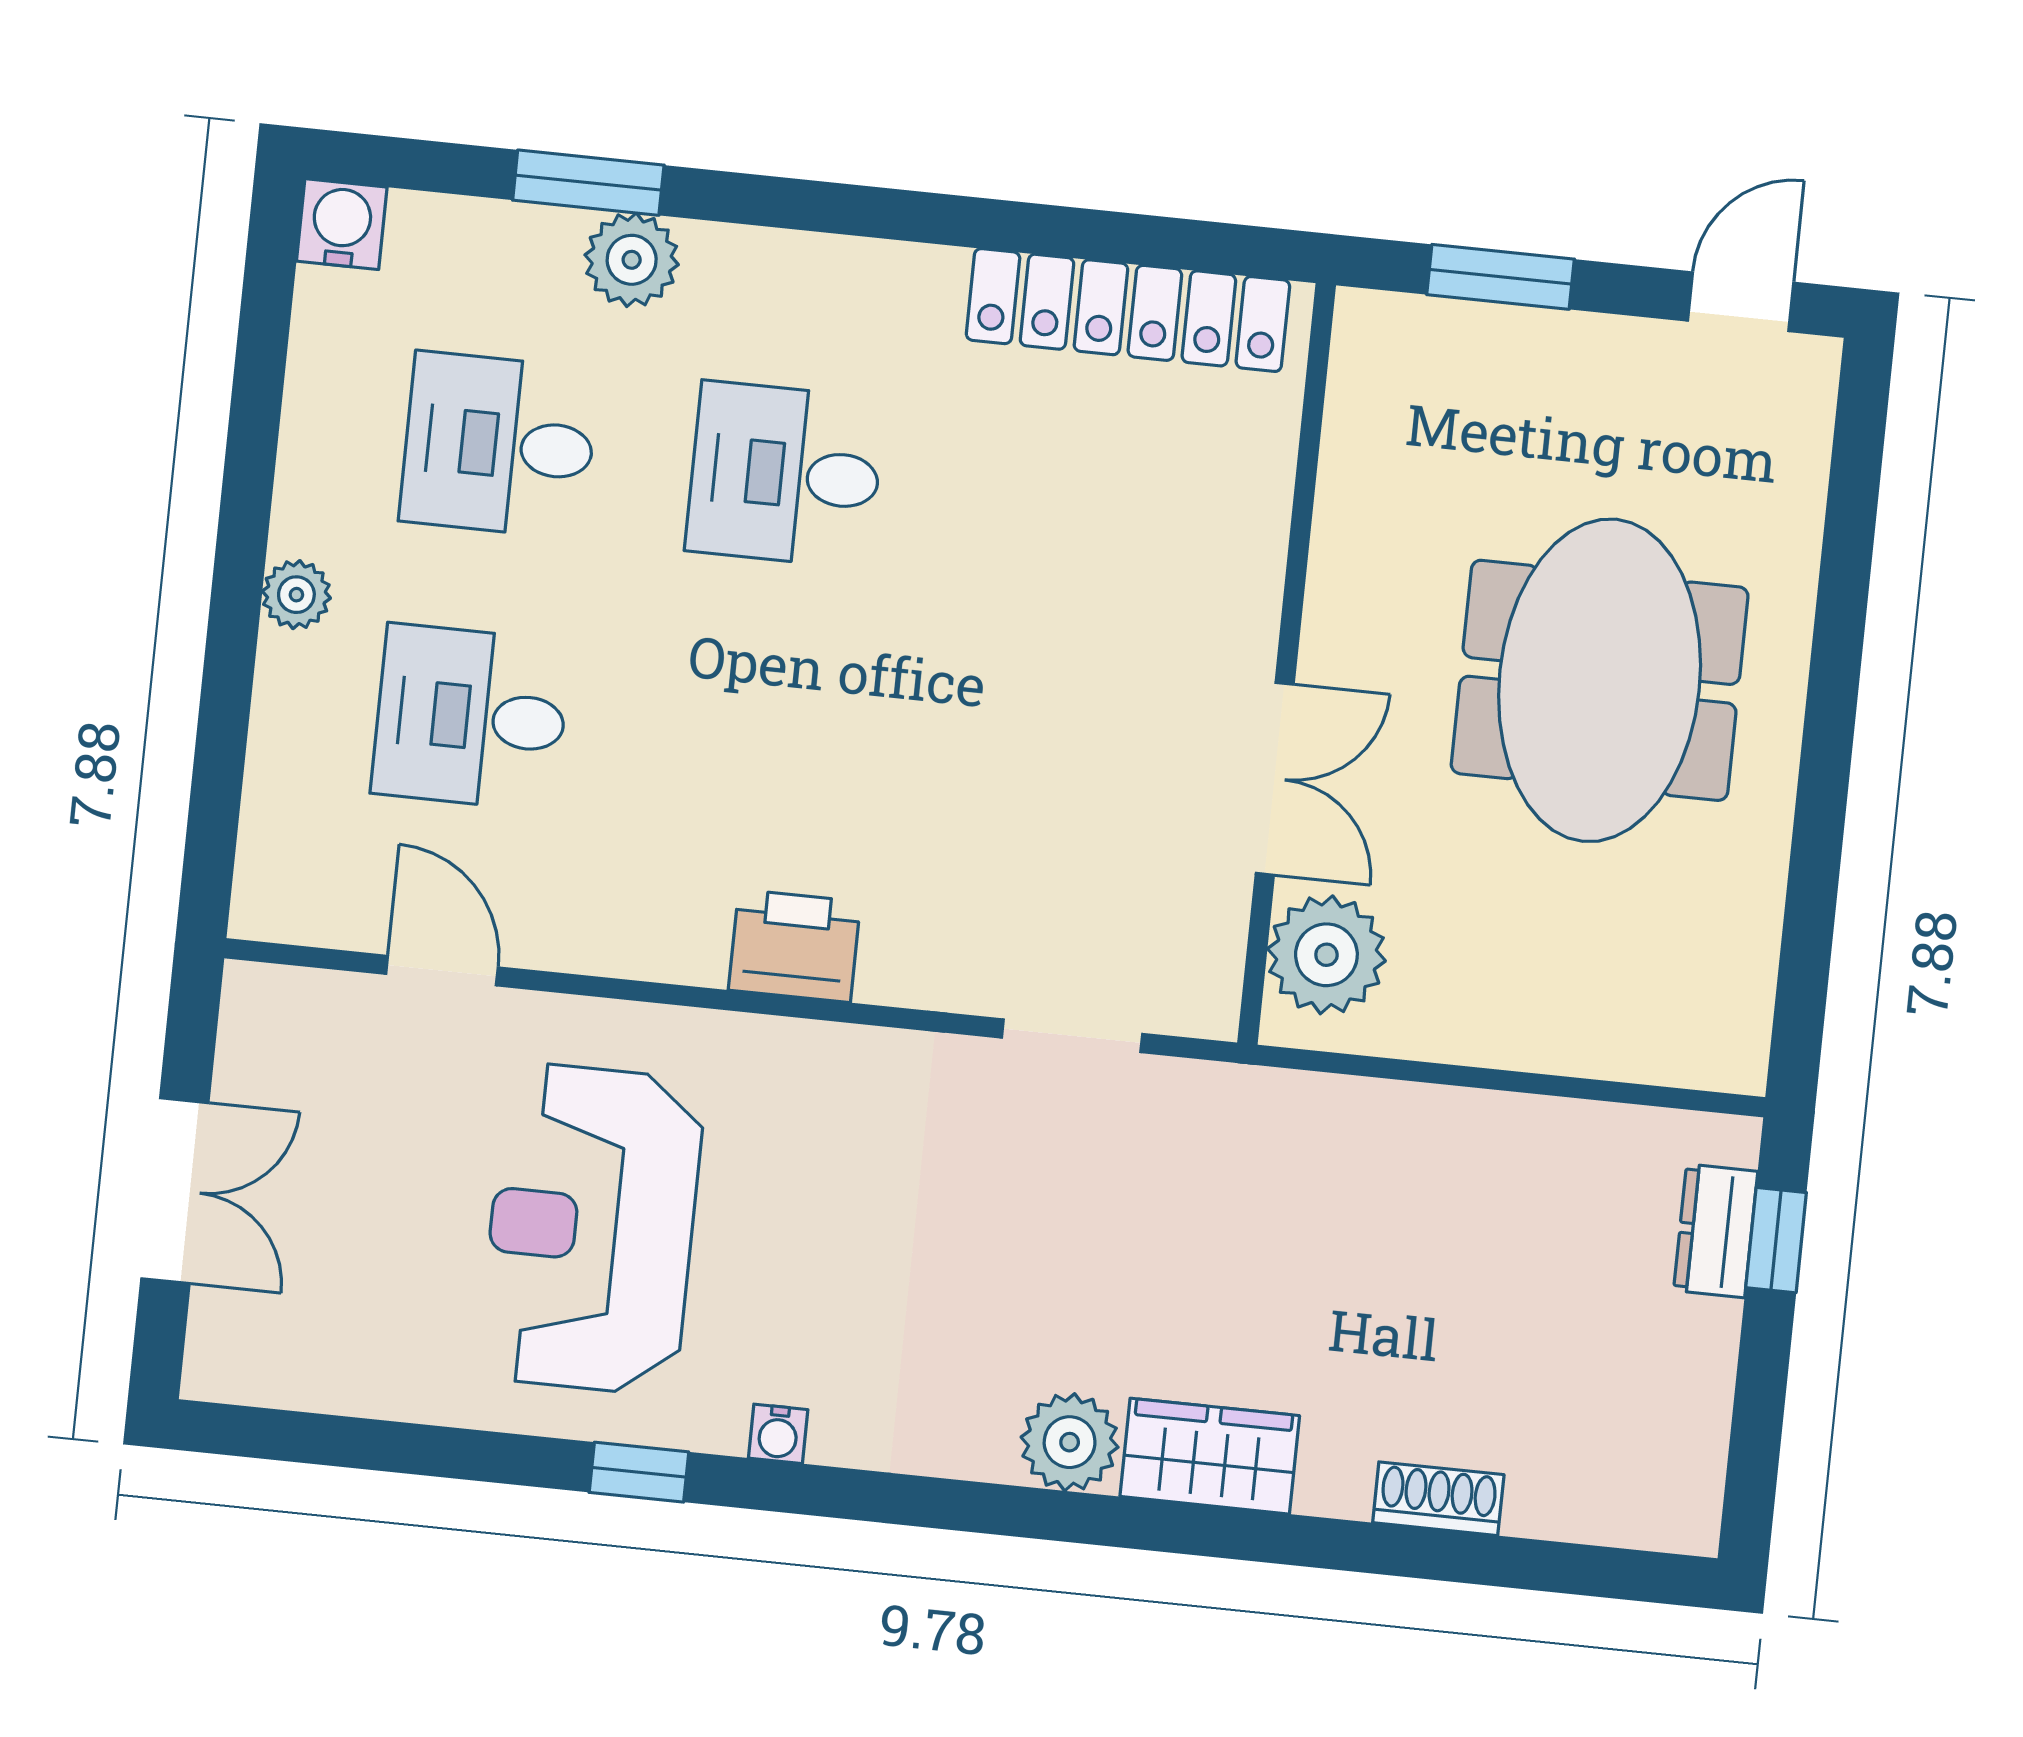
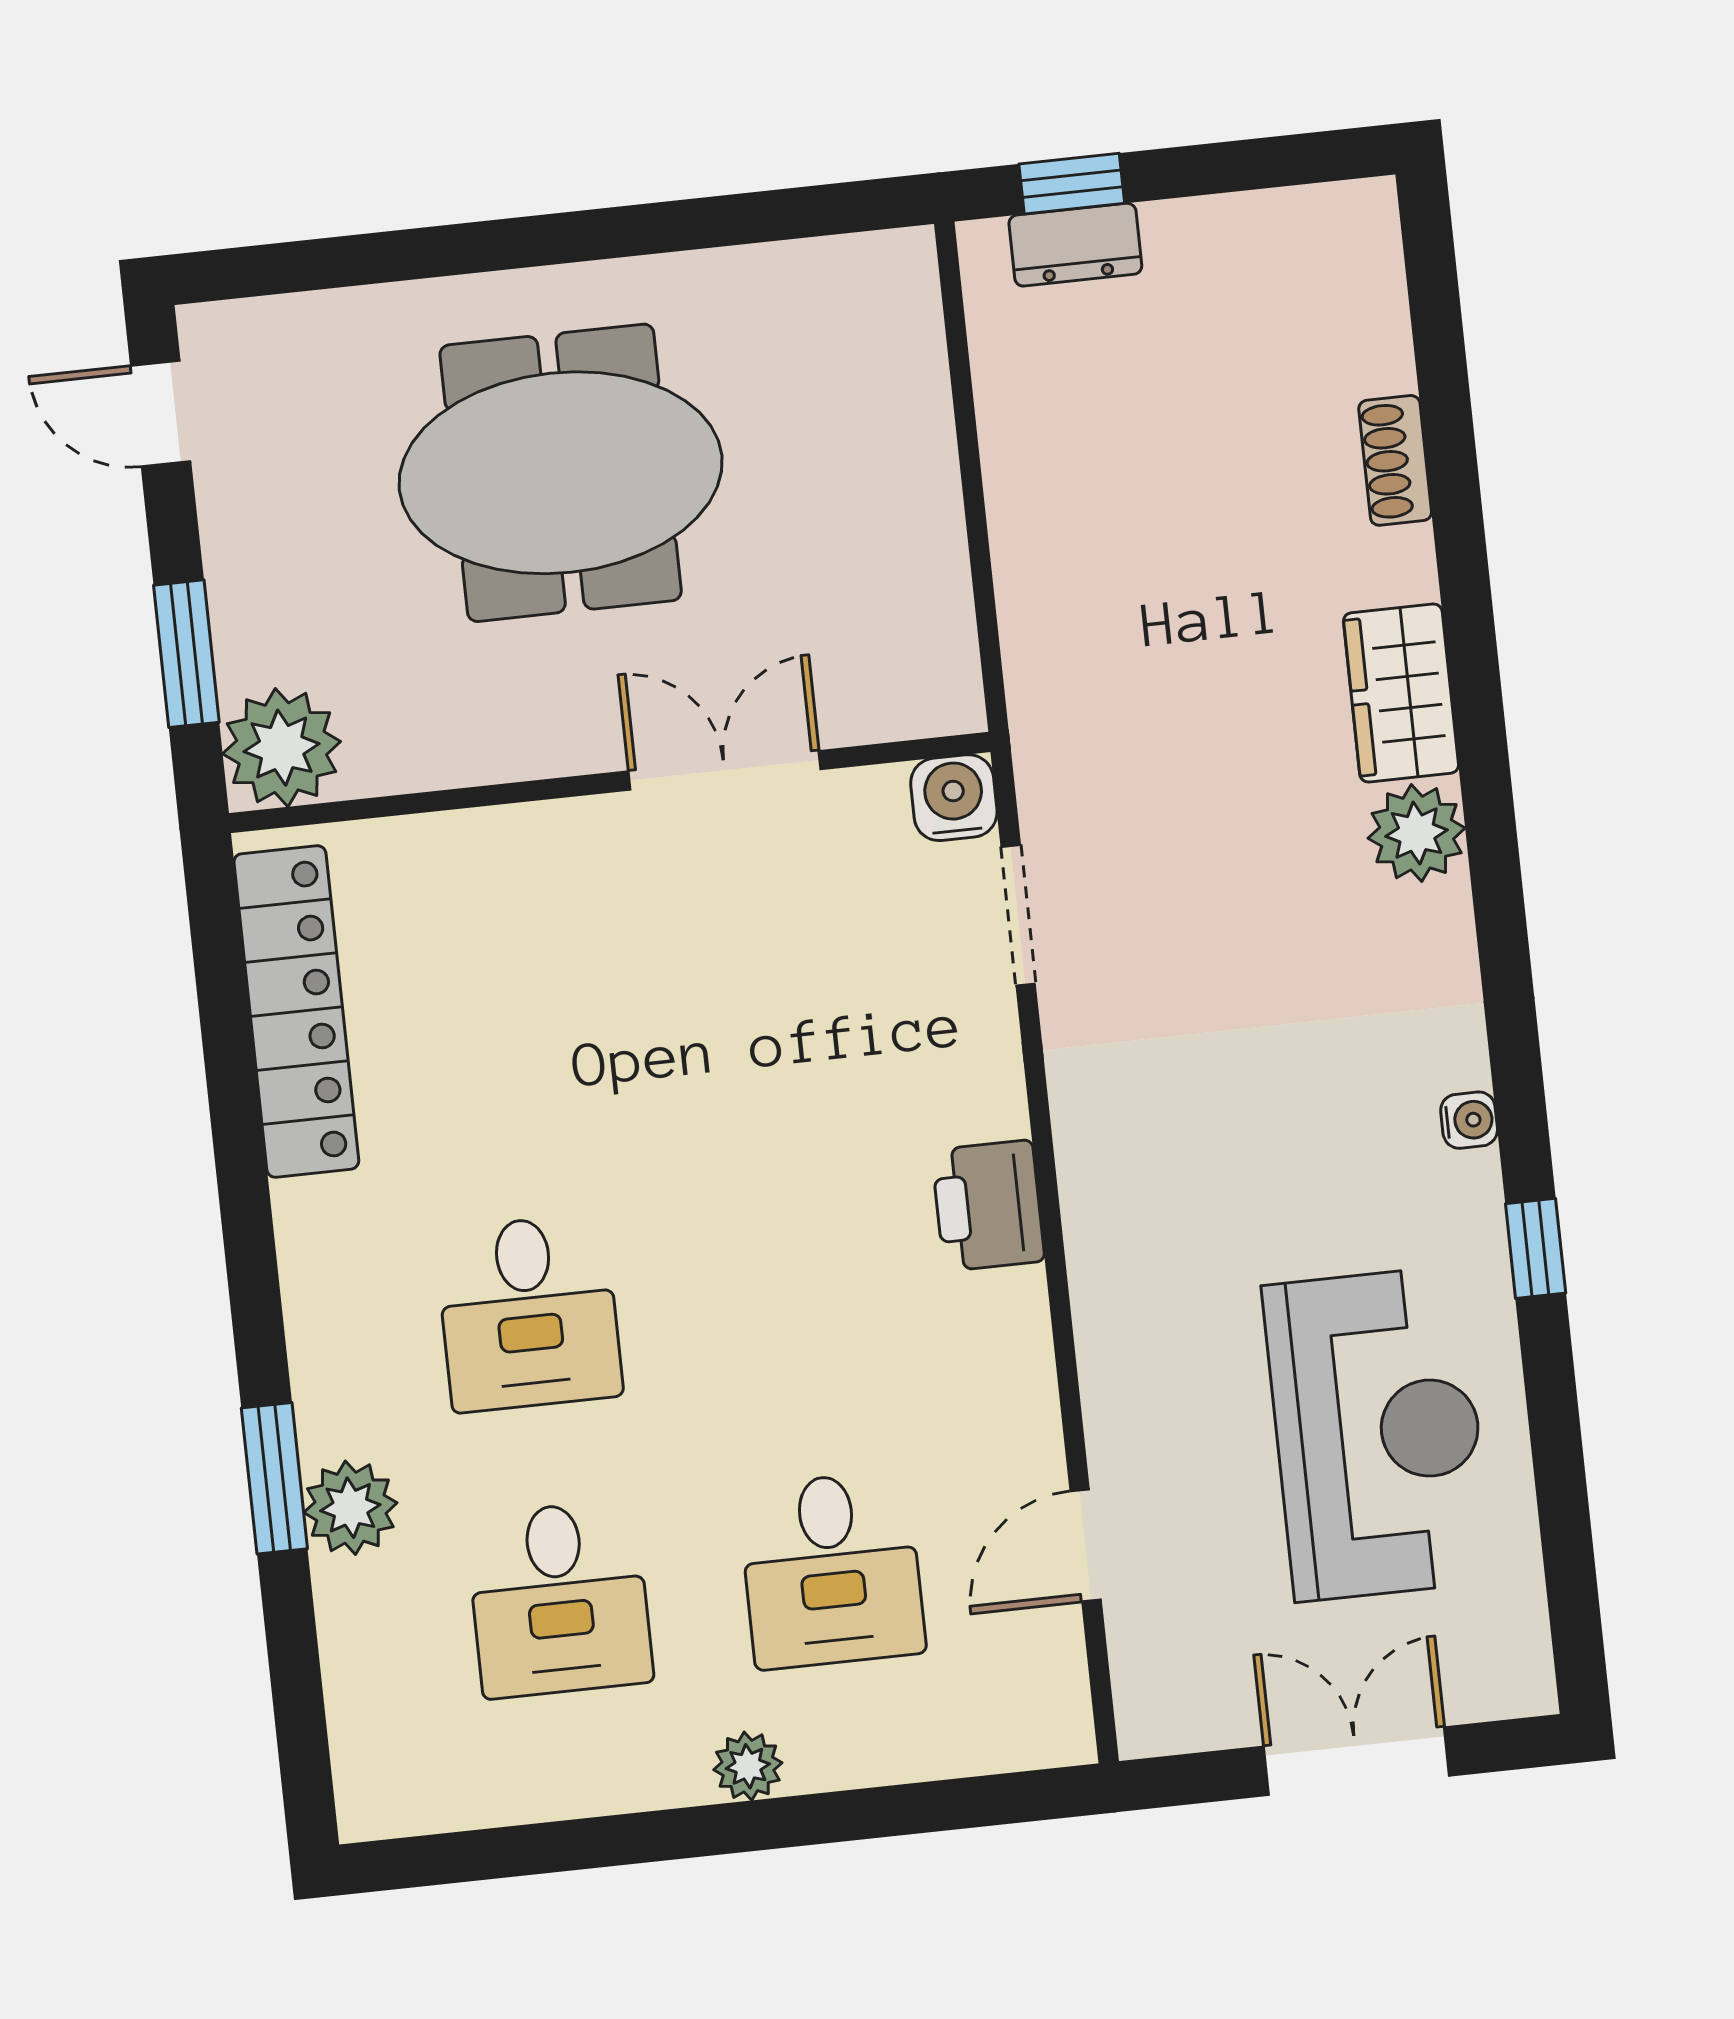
window: (588, 183) -> (274, 1478), moved
water cooler: (342, 224) -> (954, 798), moved, turned 90
plant: (1326, 955) -> (282, 748), moved
reception desk: (591, 1229) -> (1378, 1434), moved, turned -90

